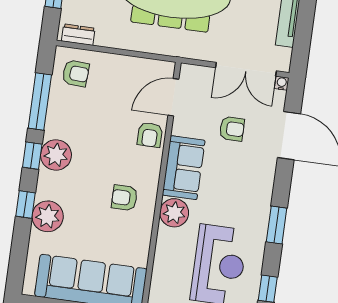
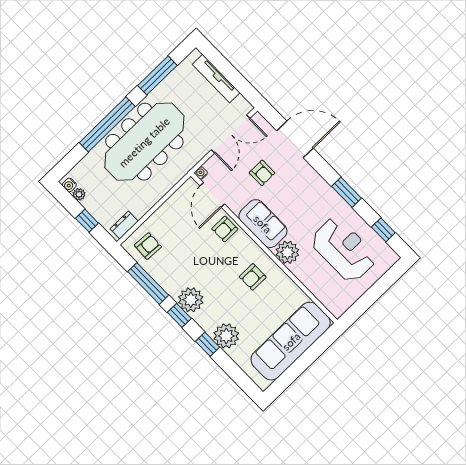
water cooler: (282, 83) -> (201, 173), moved
armchair: (232, 129) -> (262, 173), turned 90
armchair: (150, 135) -> (225, 229), turned 90

